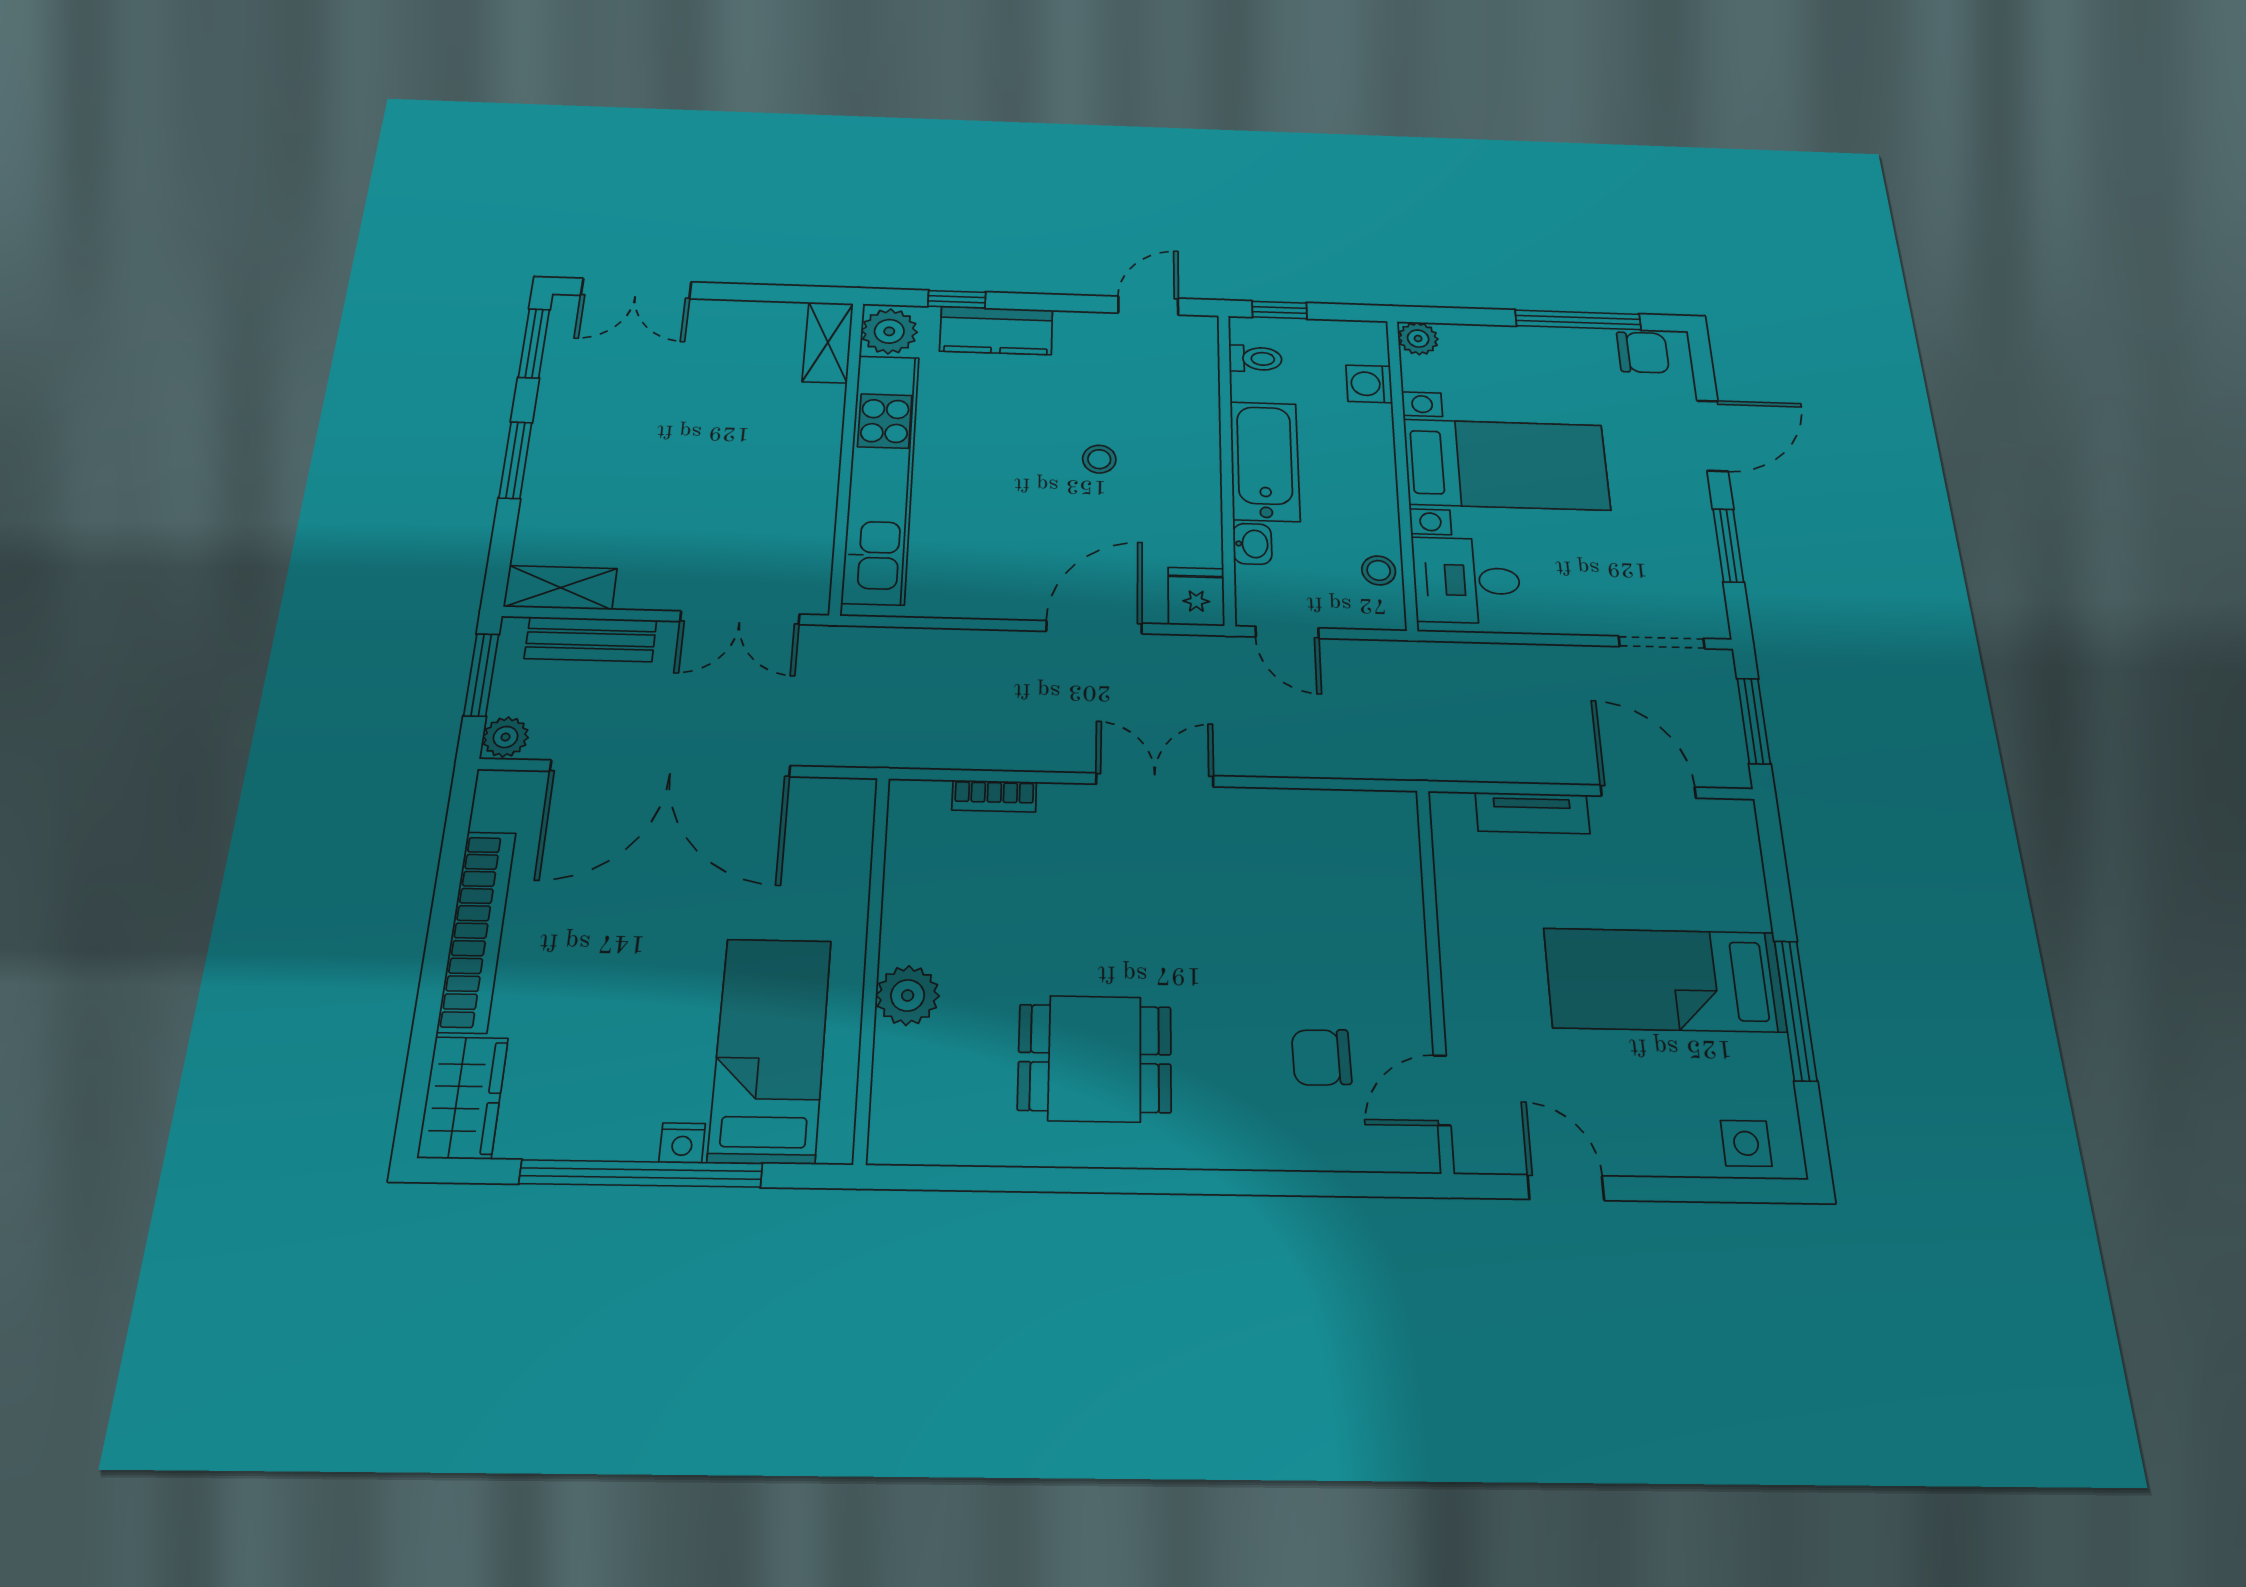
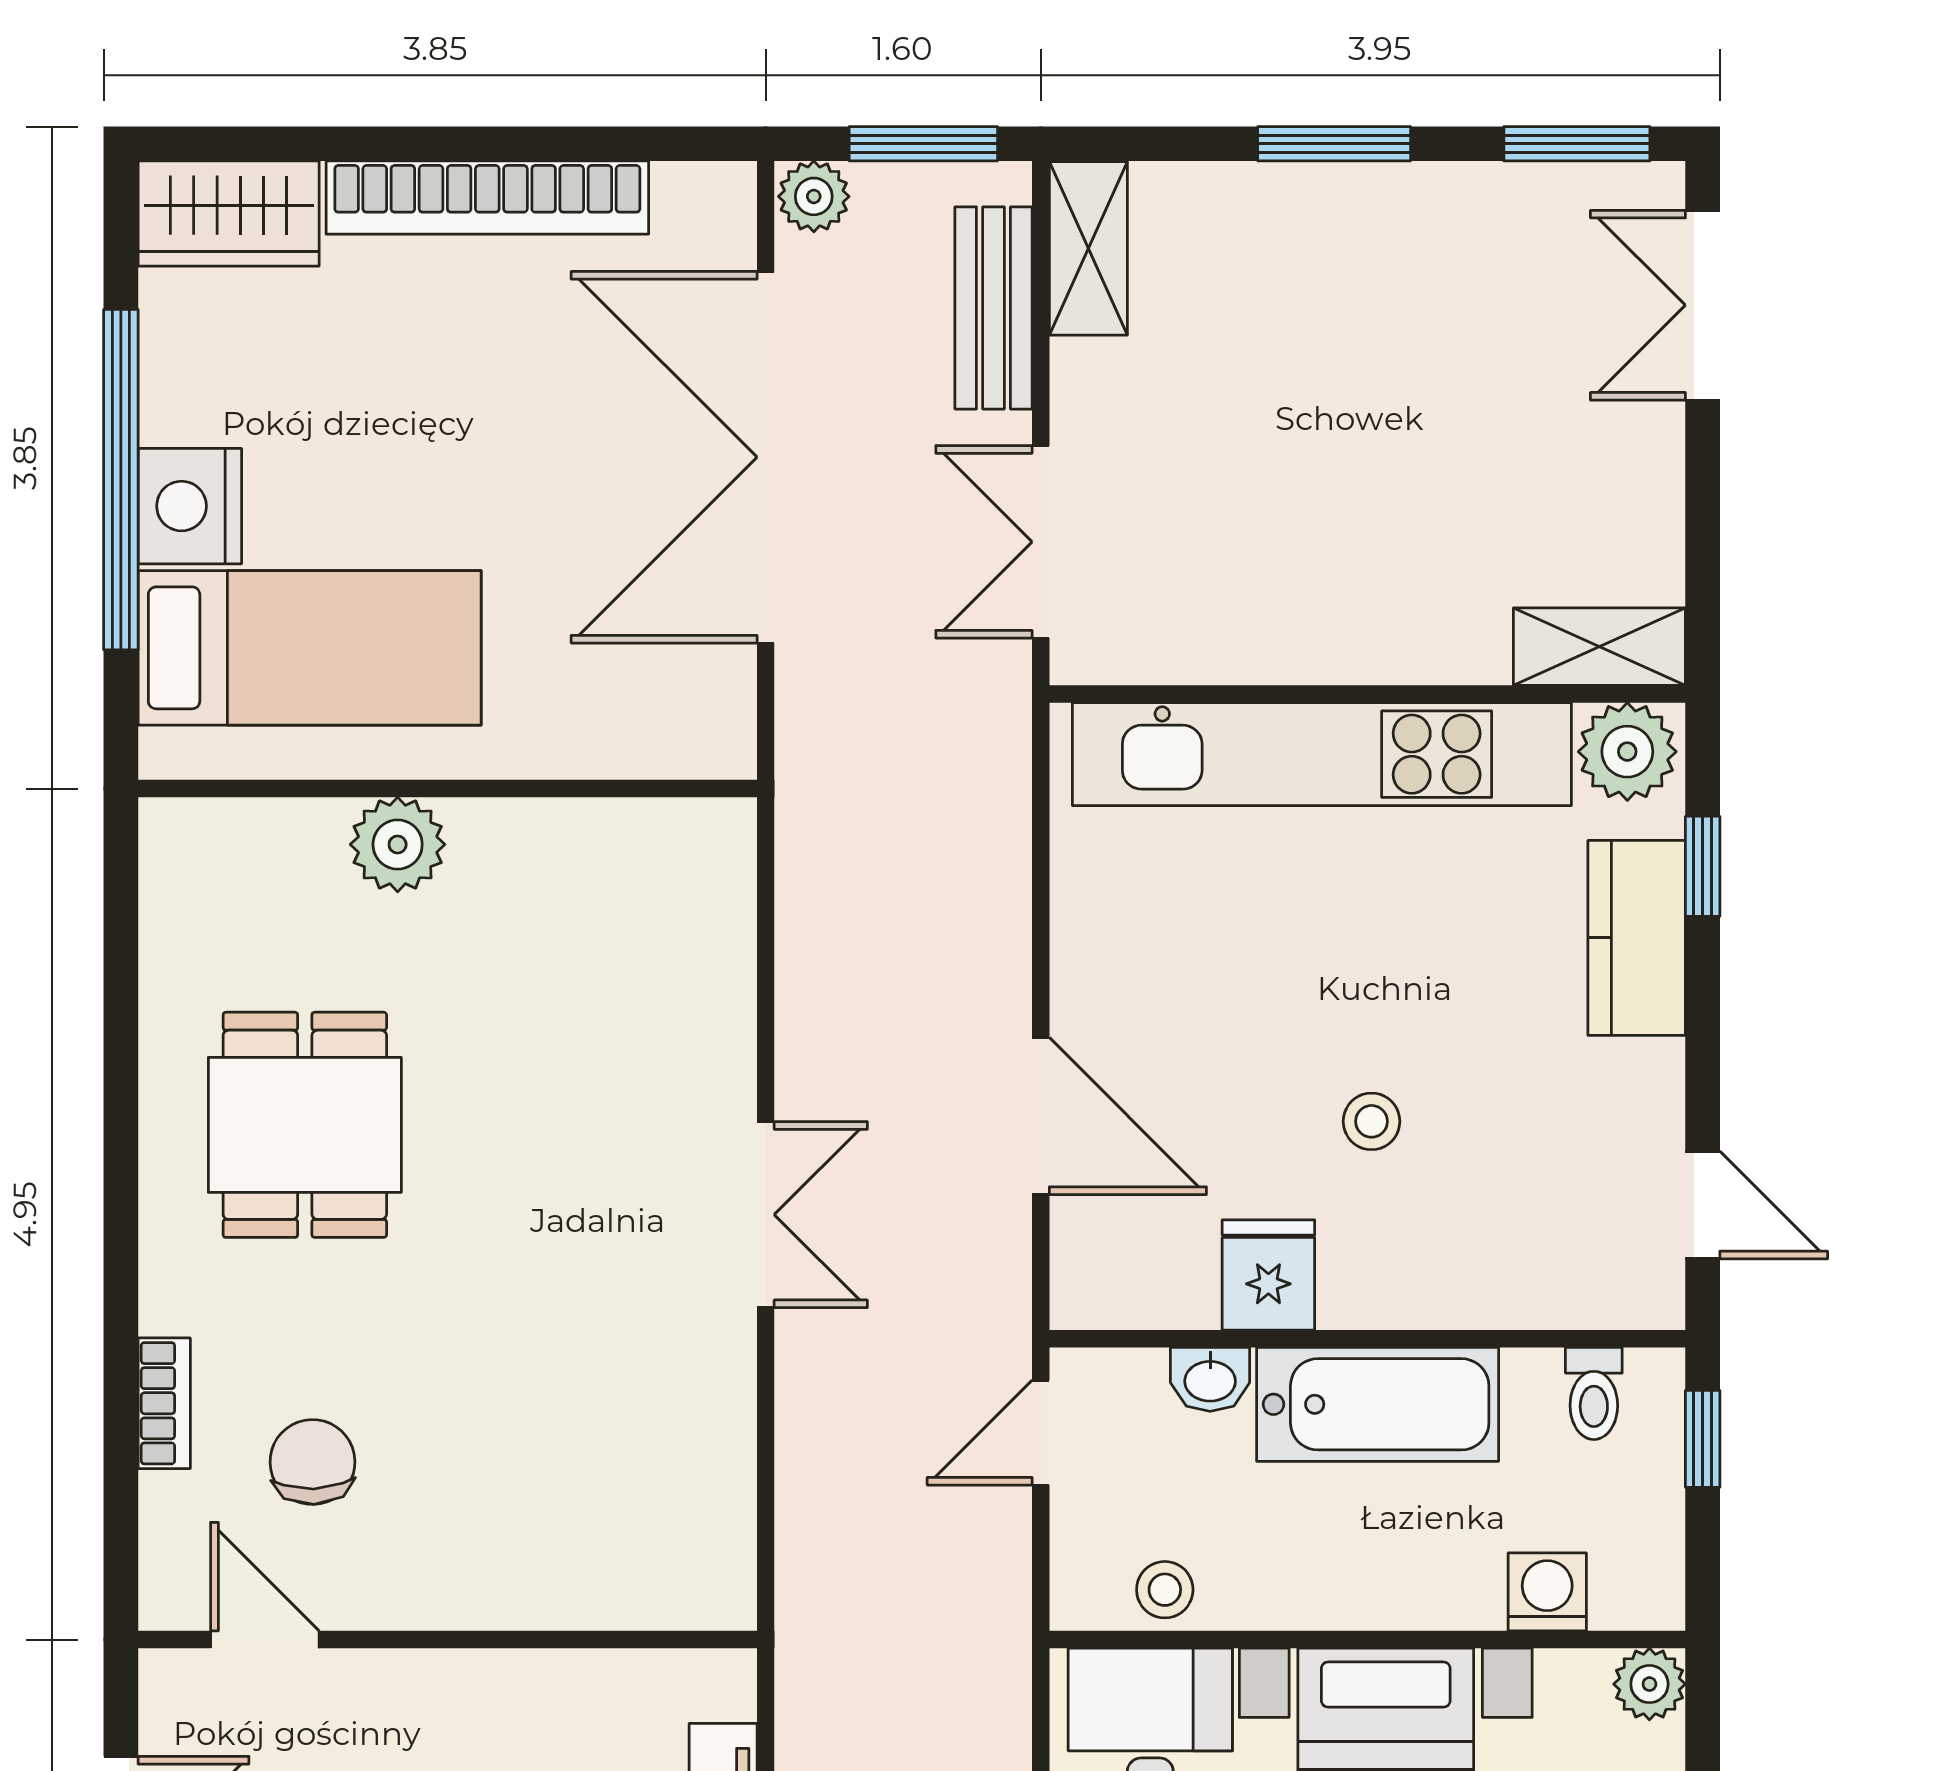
fridge: (1196, 597) -> (1268, 1275), moved, turned -90
bookcase: (994, 796) -> (164, 1403), moved, turned 180
nightstand: (682, 1143) -> (190, 506), width x1.89, depth x1.79

